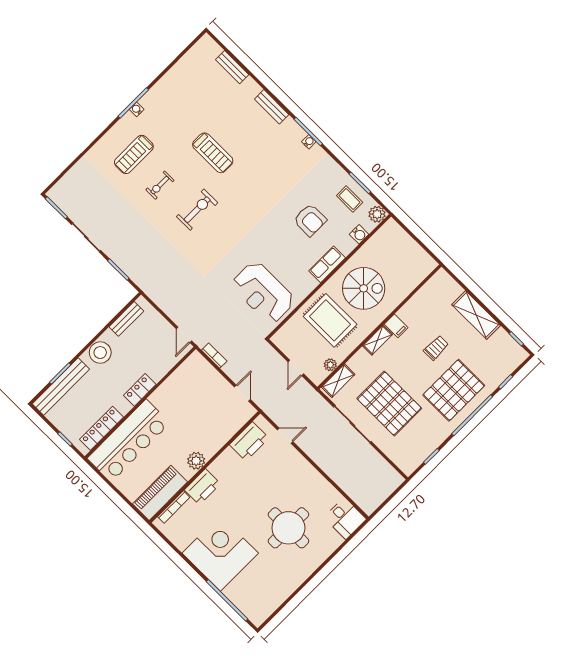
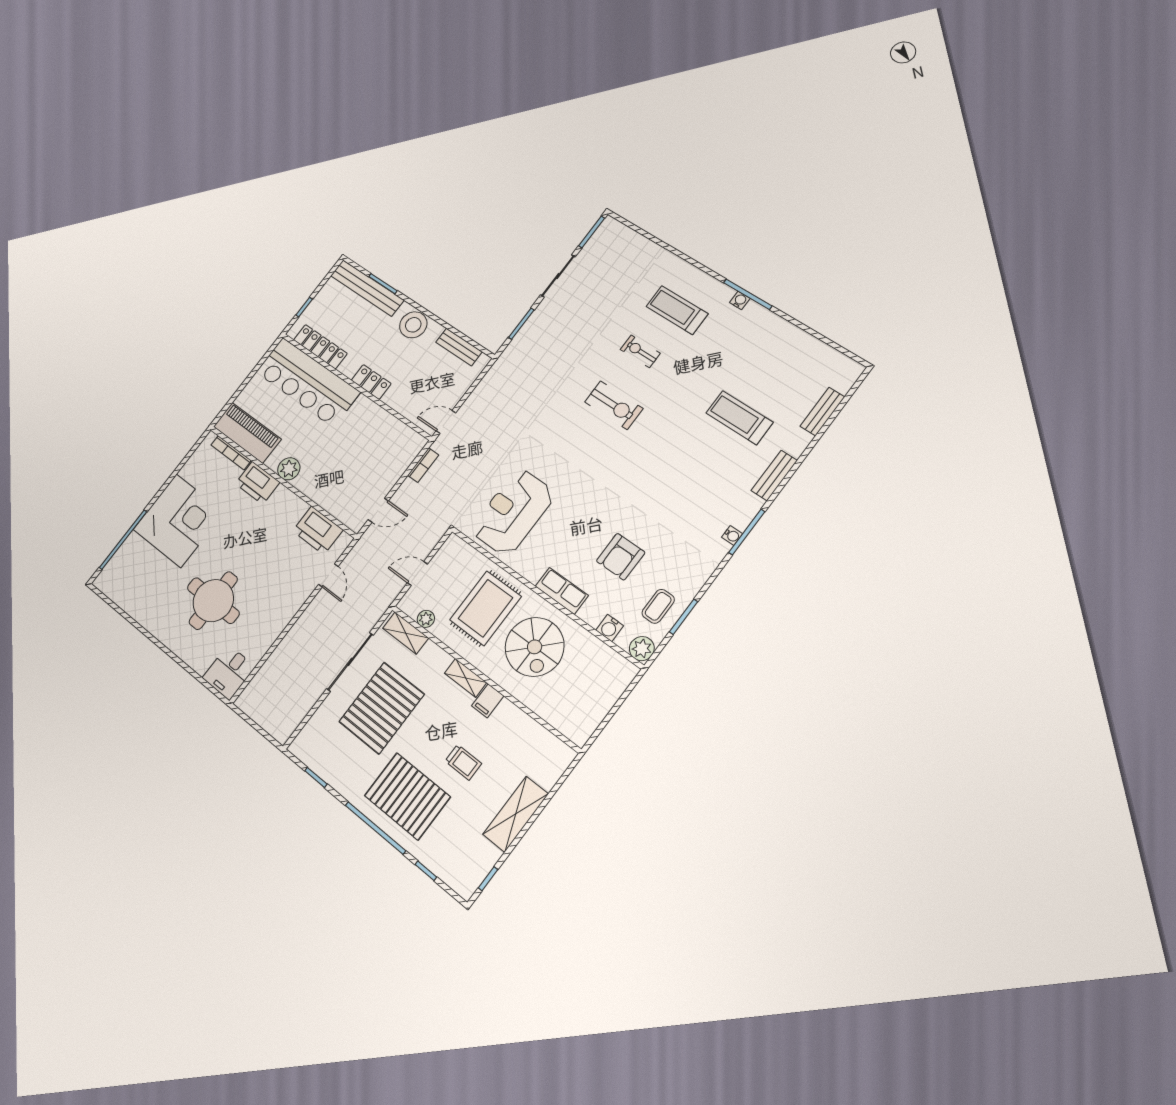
treadmill: (213, 153) -> (739, 418), moved, turned 90

